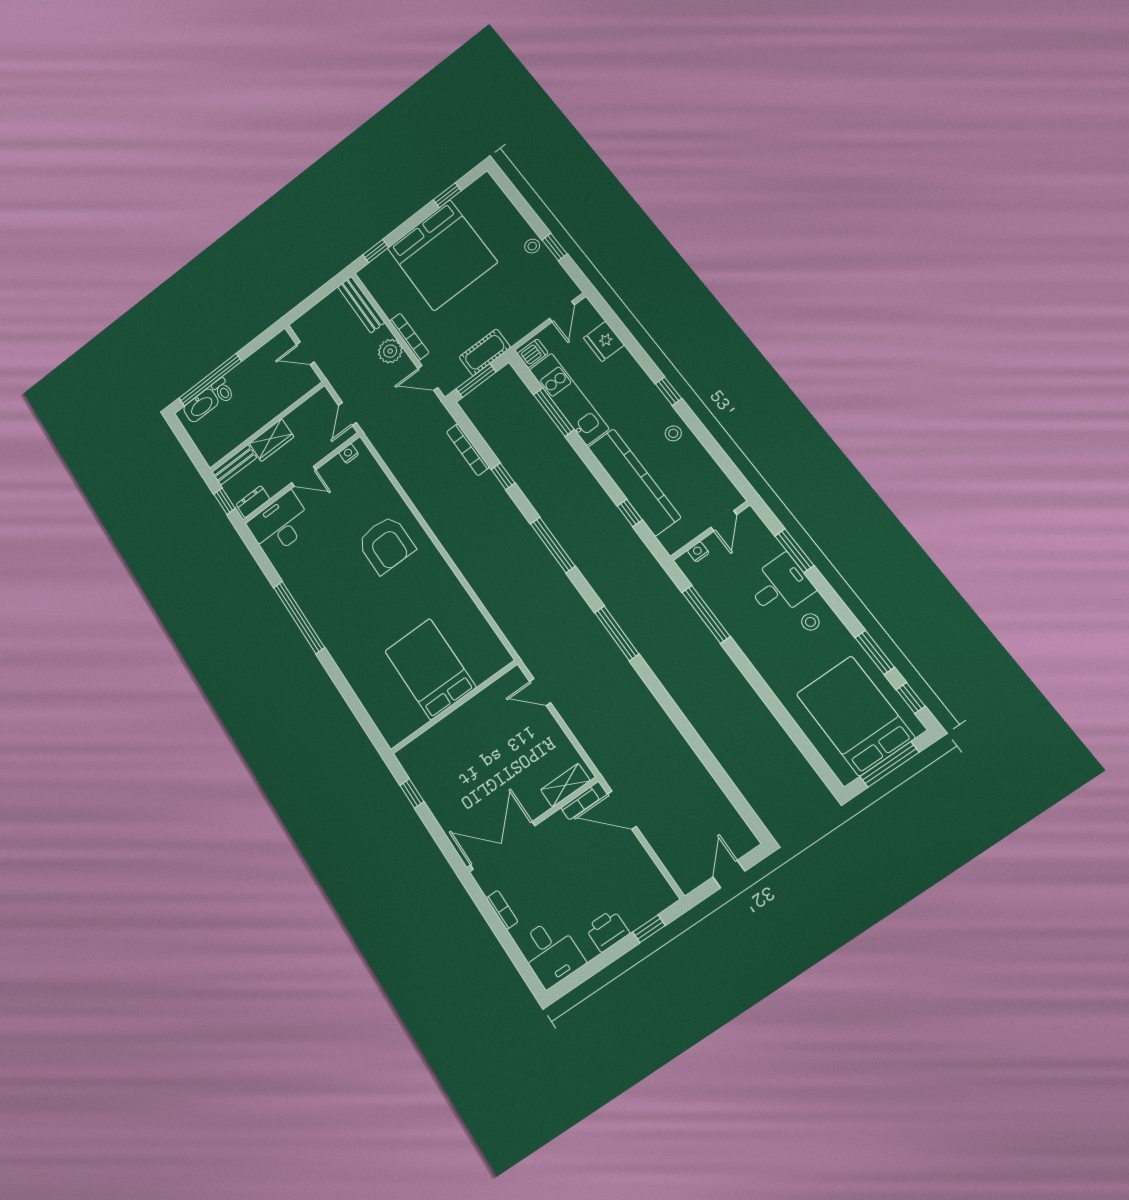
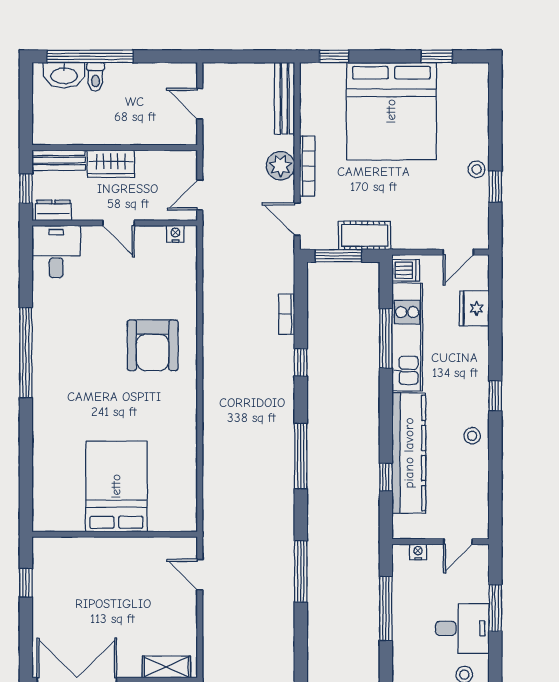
bookcase: (468, 450) -> (287, 314), width x0.64
desk: (280, 524) -> (56, 252), width x0.73

